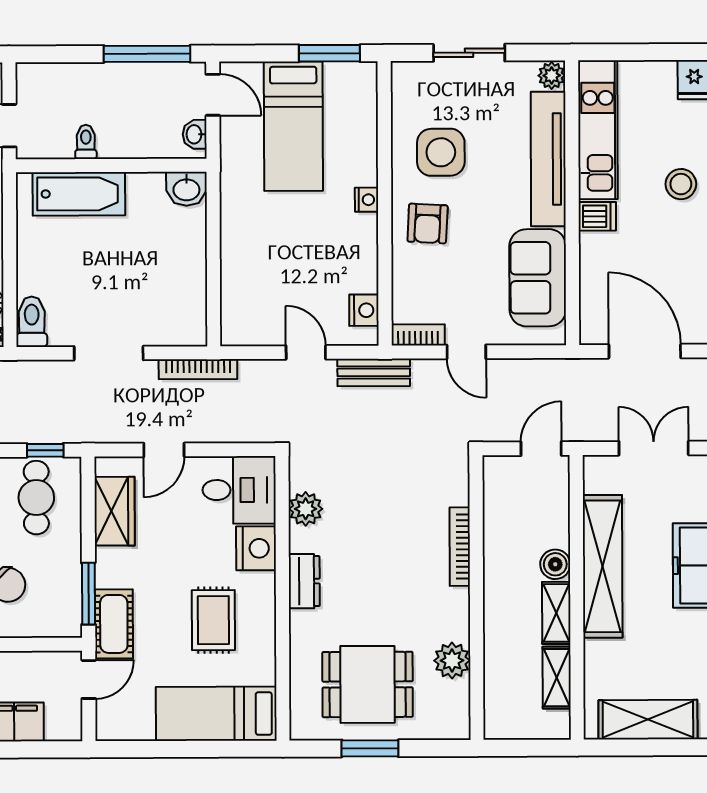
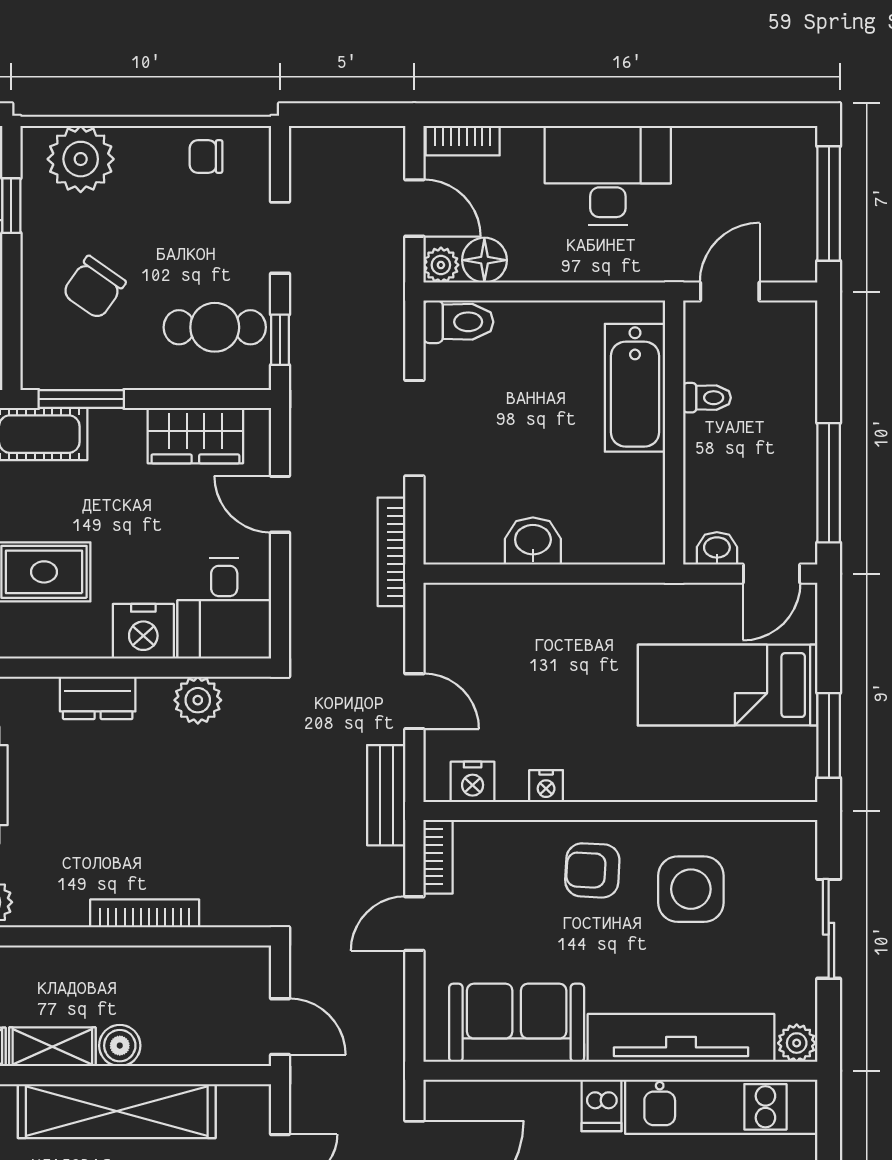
washbasin: (186, 189) -> (533, 541), moved, turned 90
nightstand: (367, 200) -> (546, 786), moved
door: (306, 352) -> (414, 701), hinge flipped

